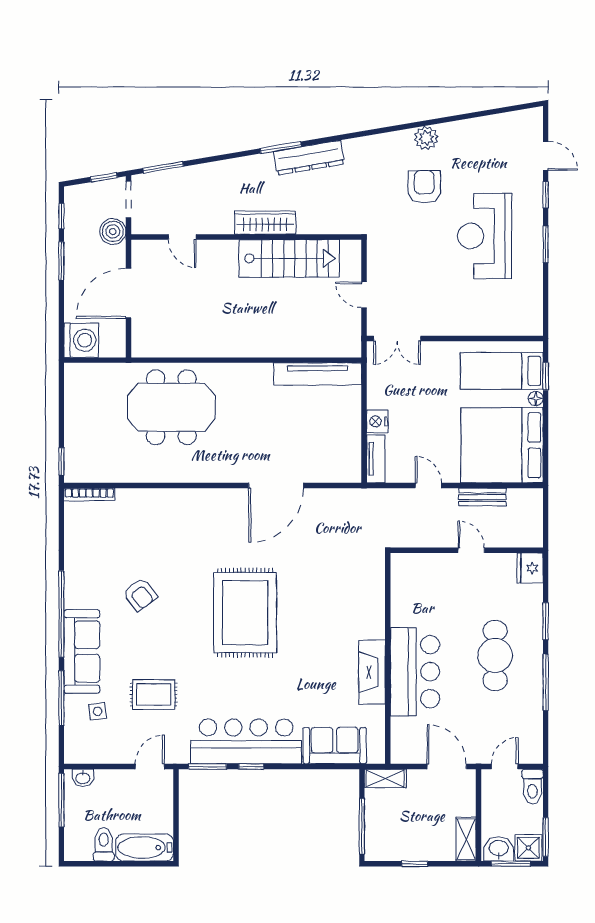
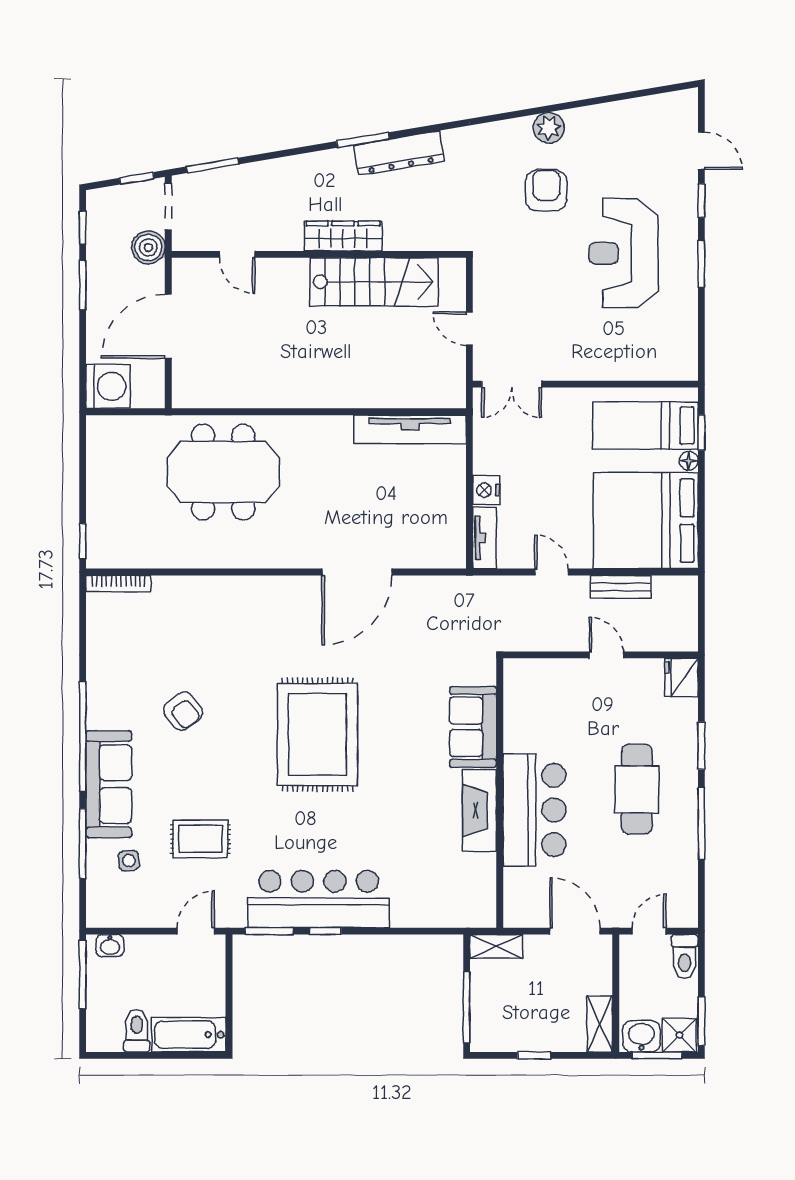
sofa: (335, 746) -> (473, 727), moved, turned -90

